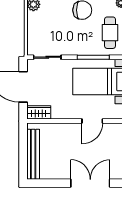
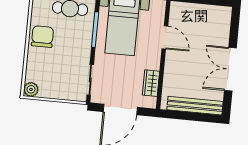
wardrobe: (39, 112) -> (151, 83), moved
double door: (90, 183) -> (230, 69), moved

